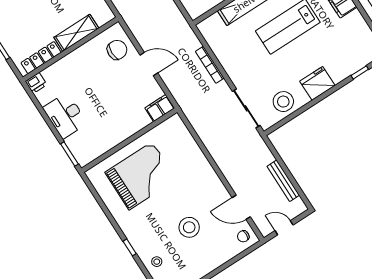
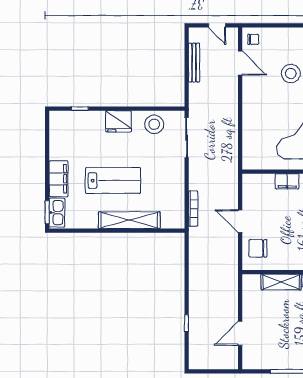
bookcase: (210, 65) -> (193, 209), moved
filing cabinet: (160, 108) -> (287, 181), moved

